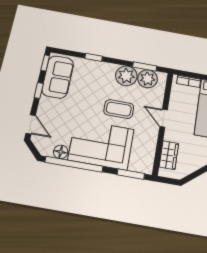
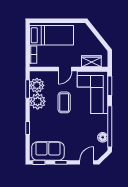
corner sofa: (101, 145) -> (92, 92), moved

